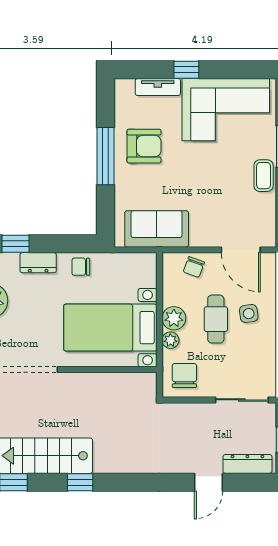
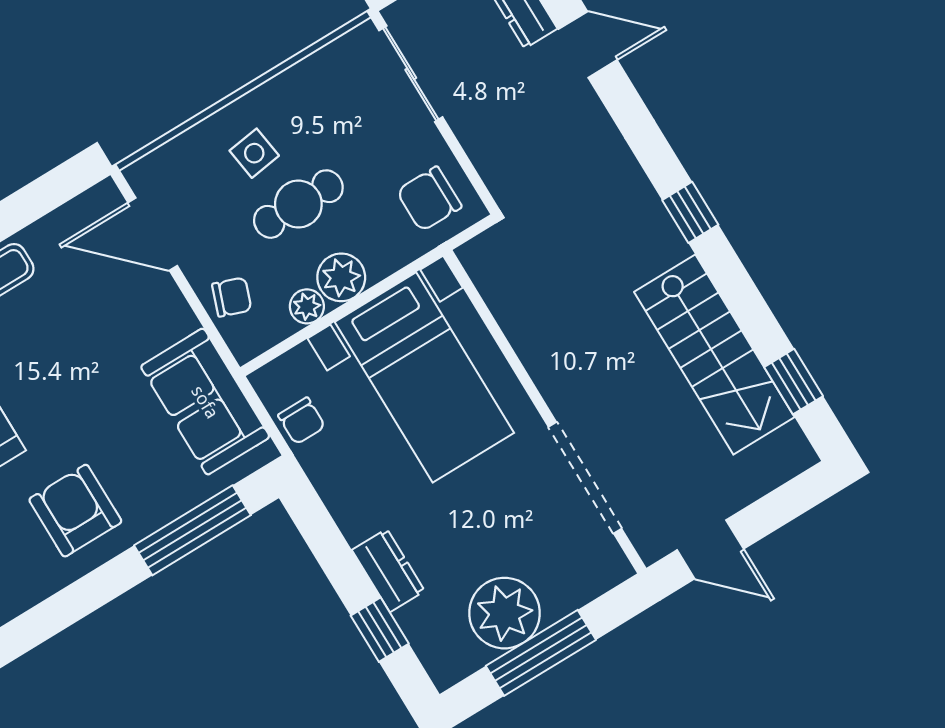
window: (106, 156) -> (192, 530), moved
door: (241, 250) -> (153, 234), swing flipped
chair: (81, 267) -> (302, 421), moved
plant: (170, 340) -> (307, 306), moved
window: (80, 482) -> (690, 212), moved

